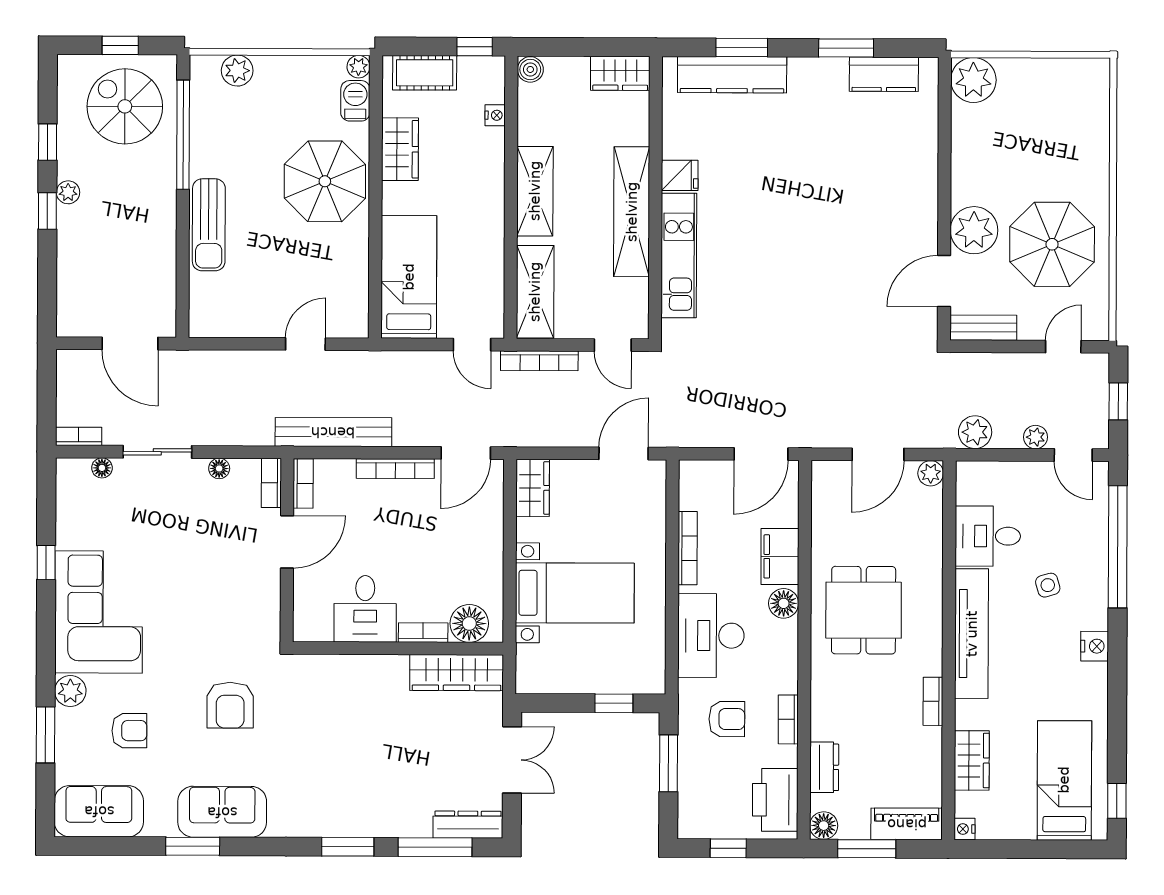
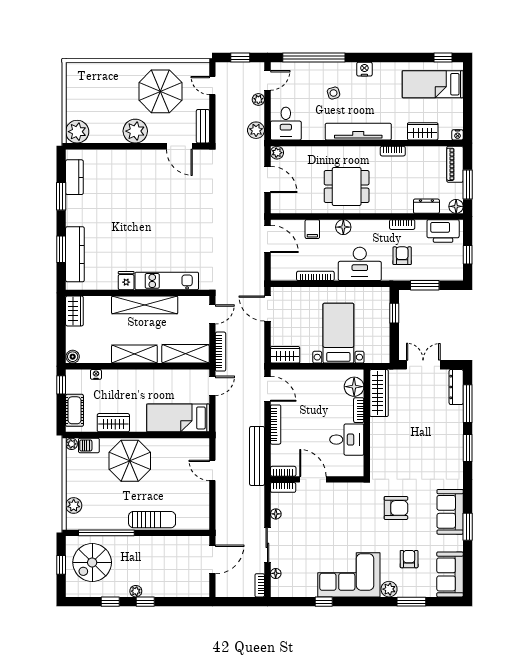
plant: (974, 230) -> (135, 131), moved
desk: (988, 536) -> (286, 124), moved
filing cabinet: (780, 556) -> (312, 229), width x0.50

